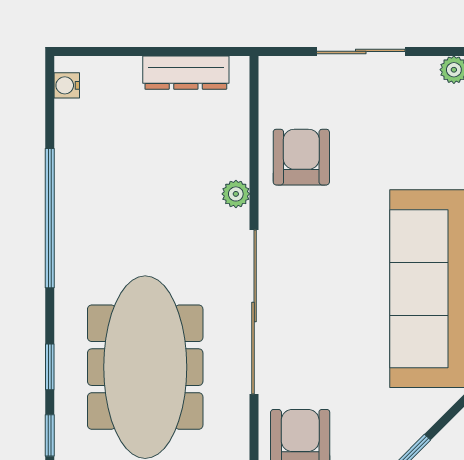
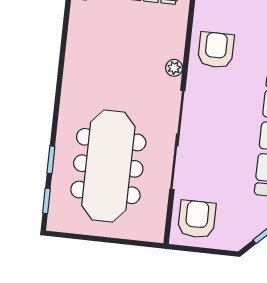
window: (50, 218) -> (61, 70), removed

